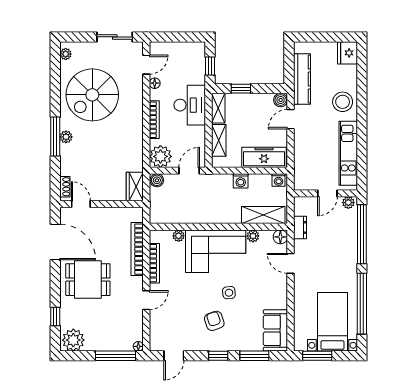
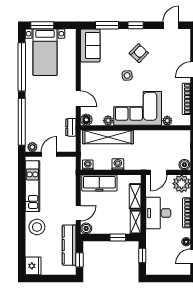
window: (289, 60) -> (79, 260), added
desk: (190, 105) -> (158, 213), moved
shelving: (263, 215) -> (108, 137), width x1.47
armchair: (214, 321) -> (139, 53), turned -117
window: (317, 356) -> (42, 25), moved

